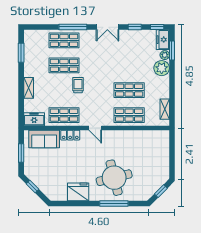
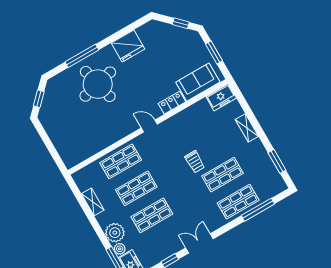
window: (73, 27) -> (258, 210), moved
shelving: (165, 109) -> (93, 202), moved
shop shelf: (64, 115) -> (152, 215), moved

